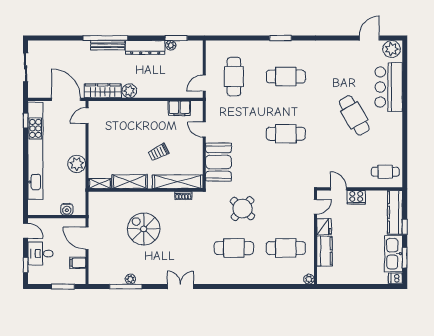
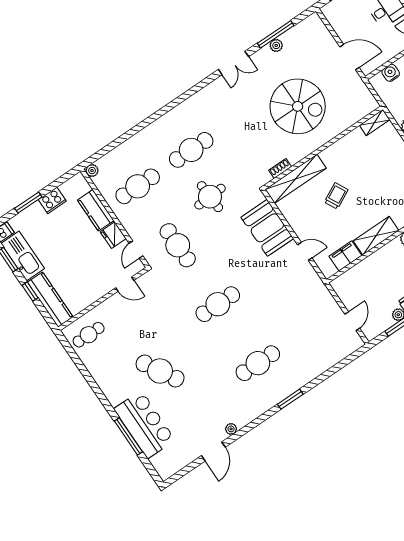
door: (369, 38) -> (213, 451), moved
plant: (392, 49) -> (231, 429), moved, width x0.53, depth x0.53
cafe table: (234, 77) -> (178, 245), moved
door: (204, 83) -> (352, 321), moved
window: (405, 86) -> (128, 436), added
shelving: (130, 182) -> (376, 236), moved
cooker: (356, 197) -> (52, 200), moved, turned 180
round table: (242, 209) -> (210, 197), turned 45
spiral stairs: (144, 229) -> (298, 106), width x1.37, depth x1.37
filing cabinet: (78, 263) -> (342, 25), removed
double door: (181, 287) -> (233, 63), moved
window: (366, 287) -> (28, 203), added

